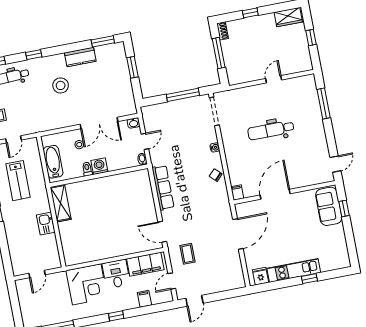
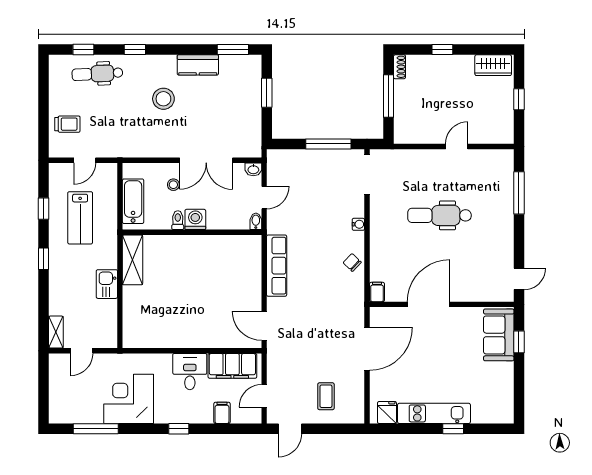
coffee table: (187, 254) -> (326, 396), moved
shelving: (16, 264) -> (56, 332), added
corner desk: (87, 284) -> (129, 399), moved, turned 180

